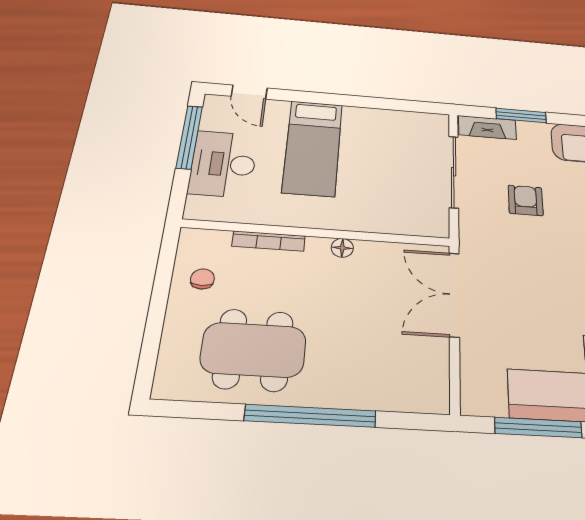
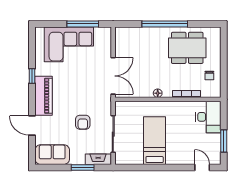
window: (189, 137) -> (224, 141), width x0.69
bed: (313, 148) -> (155, 141), moved
desk: (223, 164) -> (208, 117), moved

